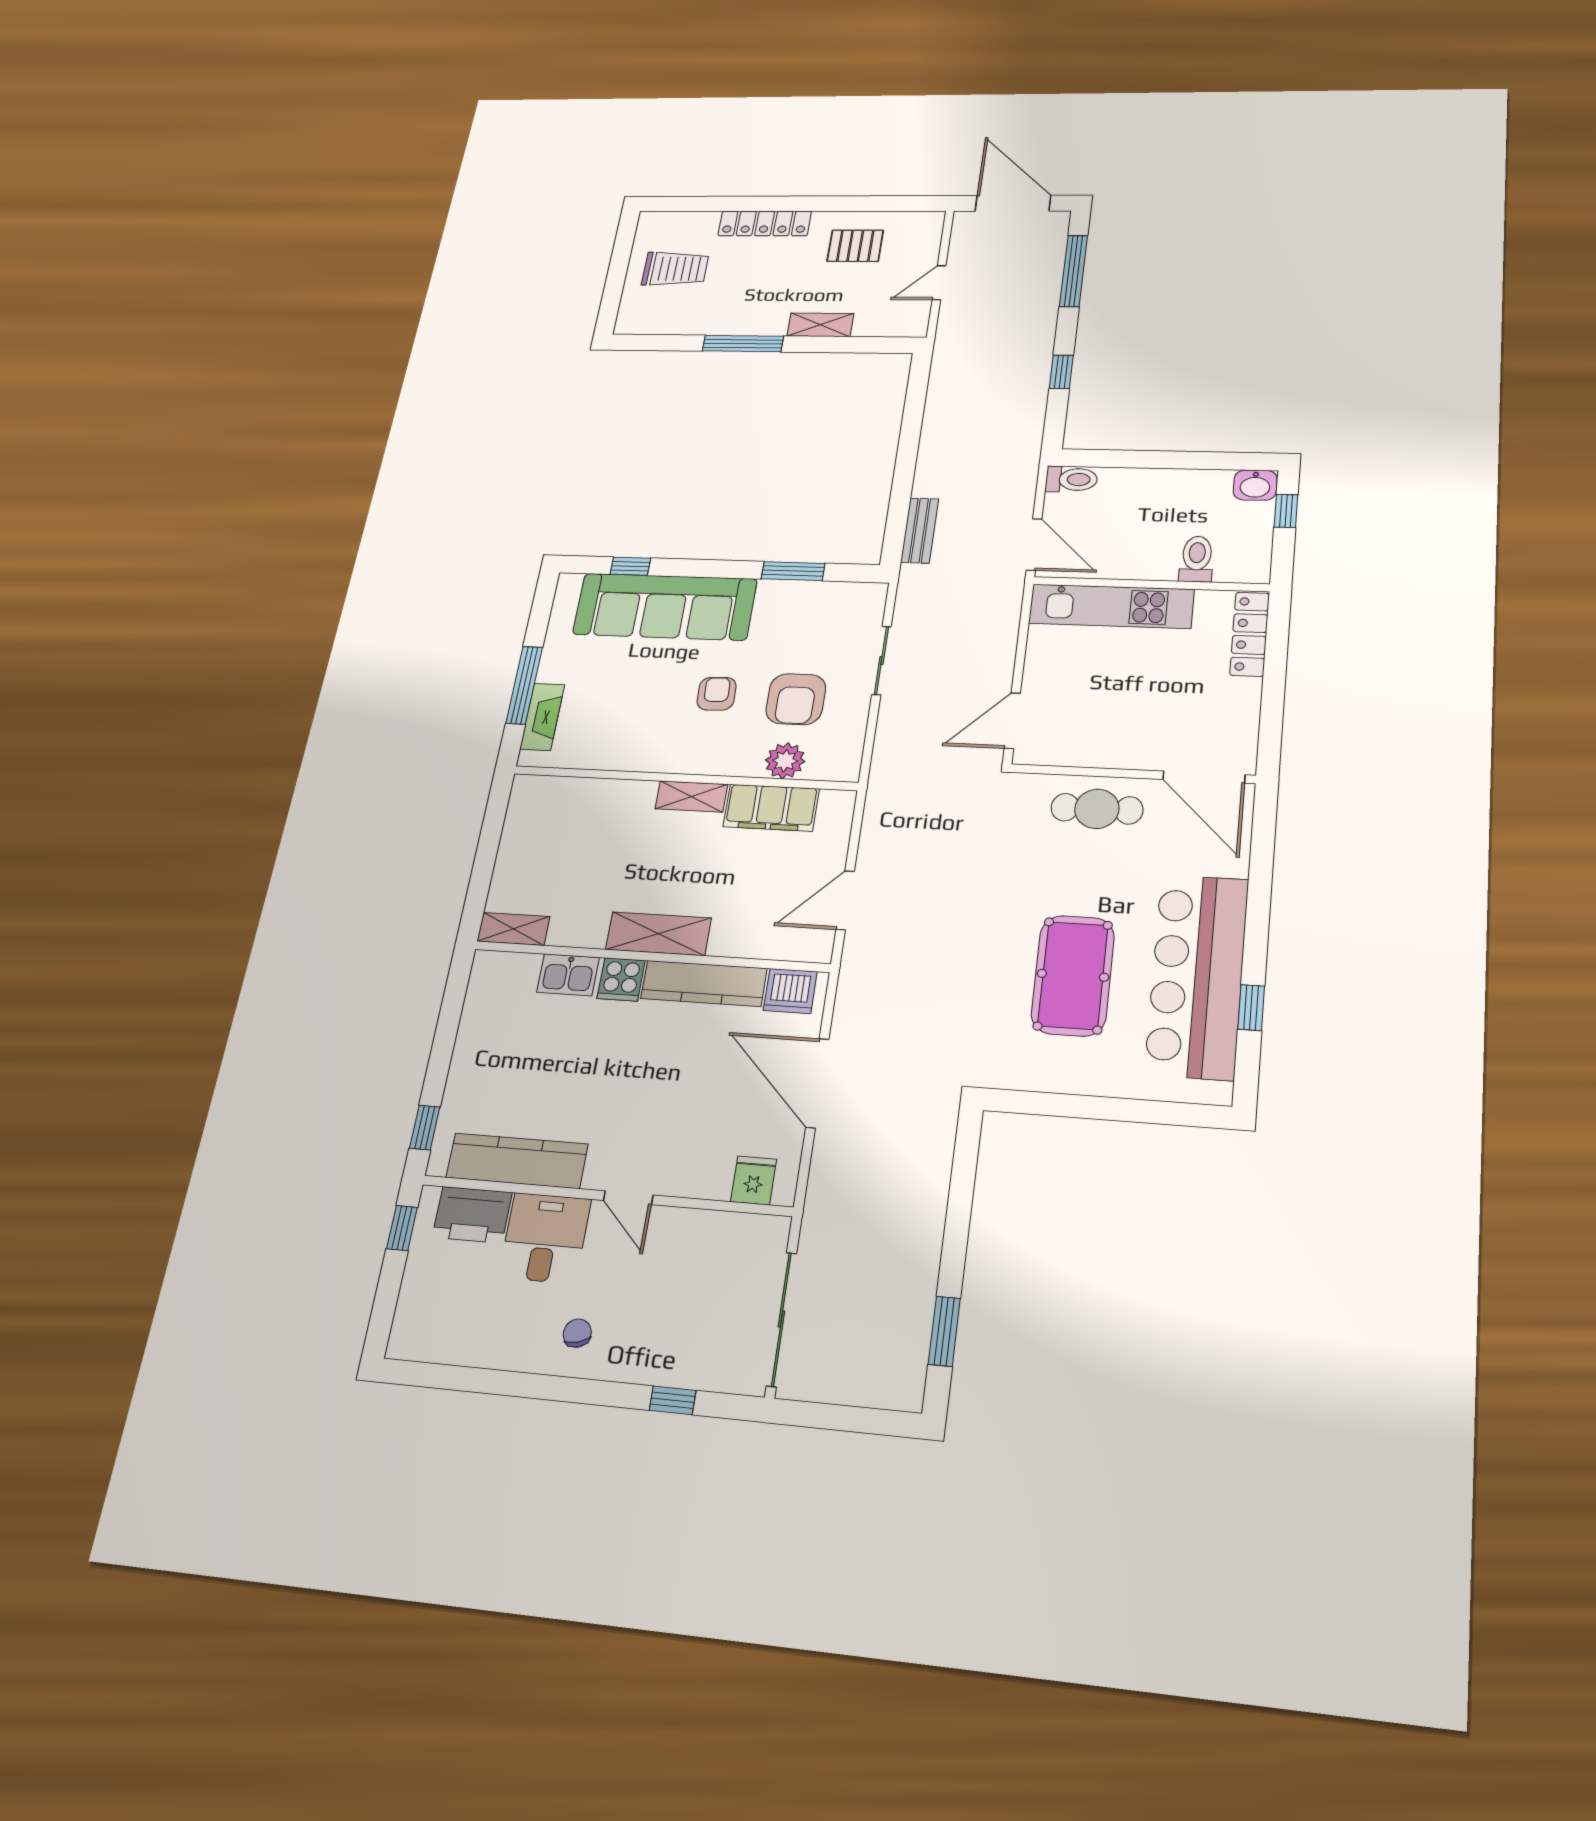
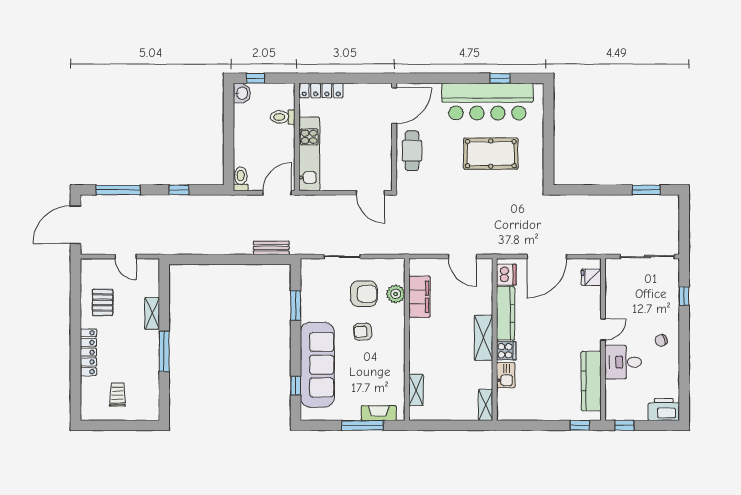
trolley: (675, 269) -> (118, 395), width x0.73, depth x0.72
shelving: (691, 797) -> (416, 390), moved
printer: (472, 1215) -> (664, 409), moved, turned -90

